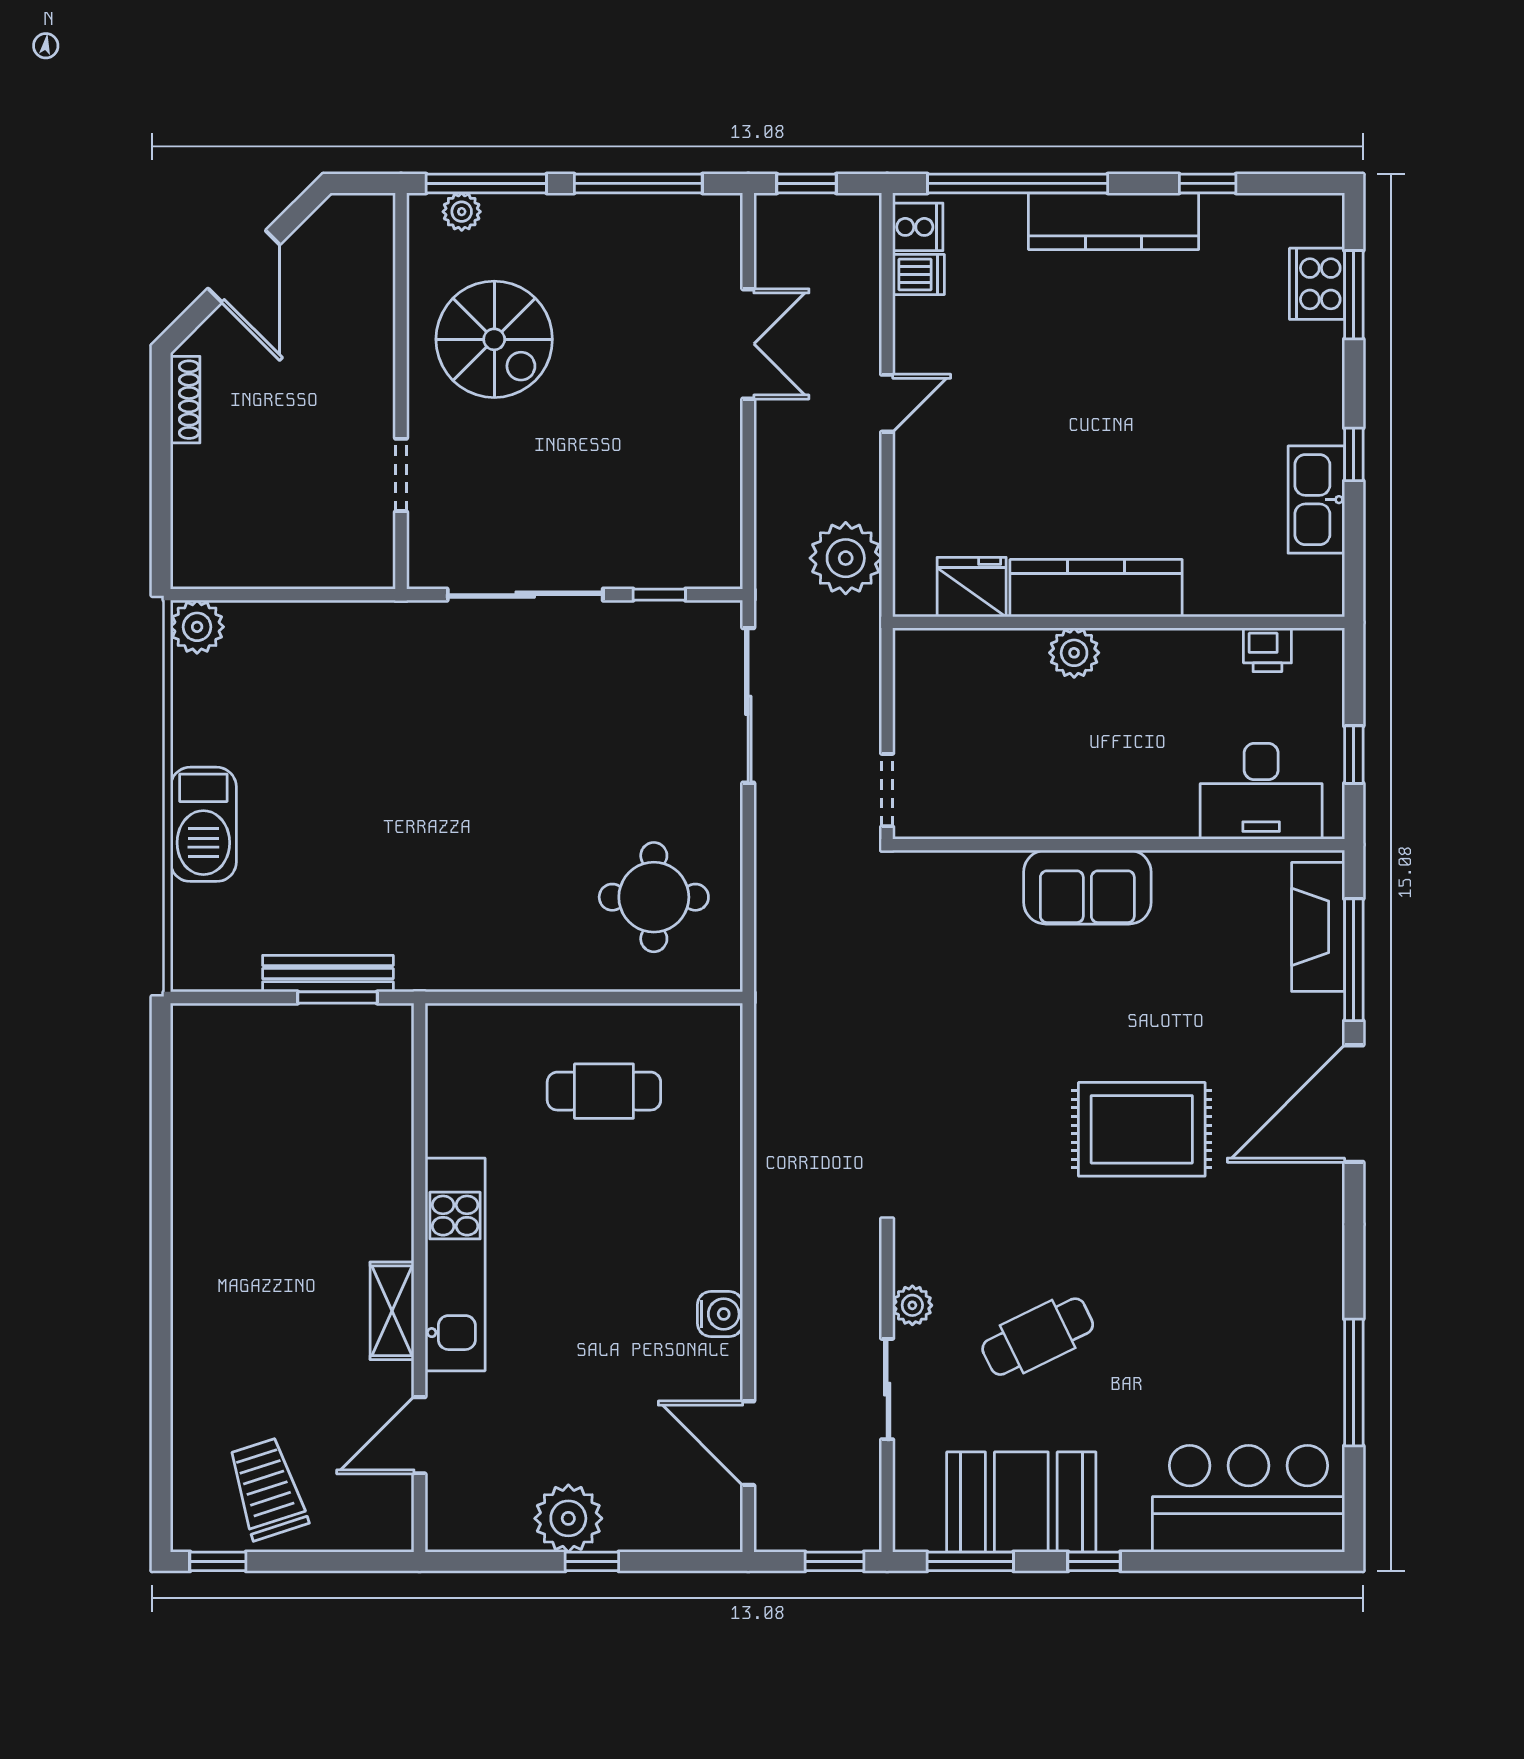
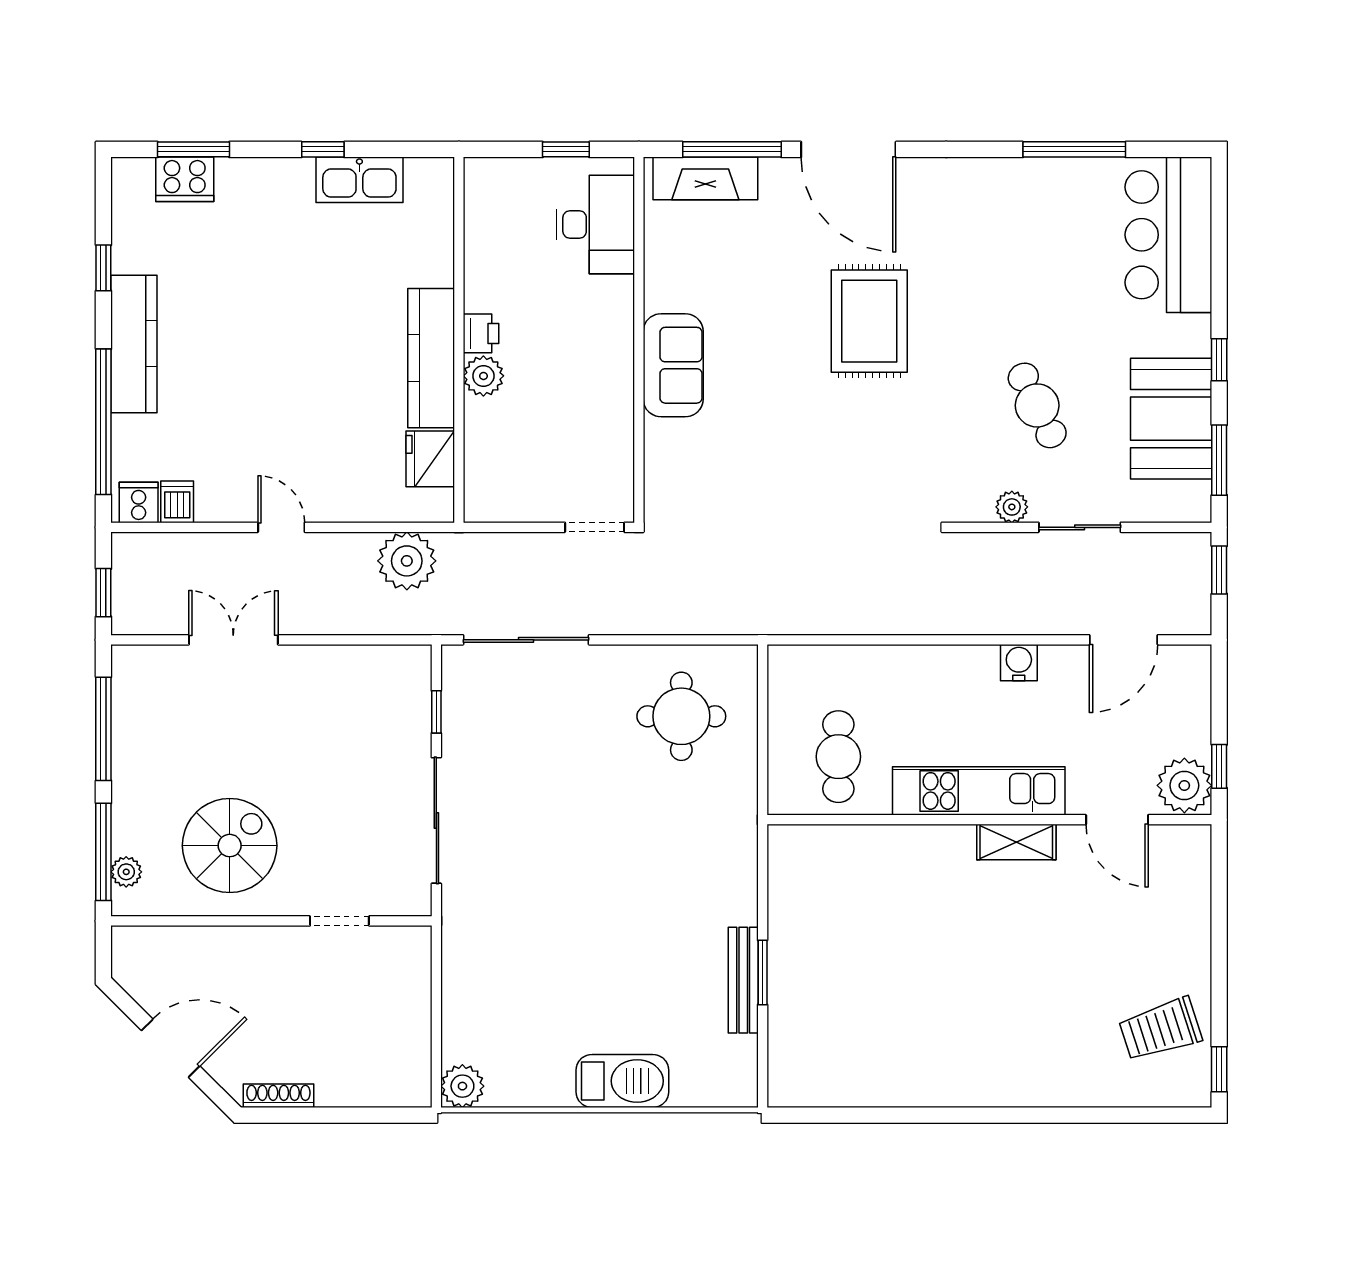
printer: (1267, 650) -> (481, 333), moved
kitchen unit: (455, 1264) -> (979, 791), moved
wall: (420, 1278) -> (989, 820), moved
shelving: (392, 1311) -> (1016, 842), moved
door: (420, 1435) -> (1117, 820), moved

